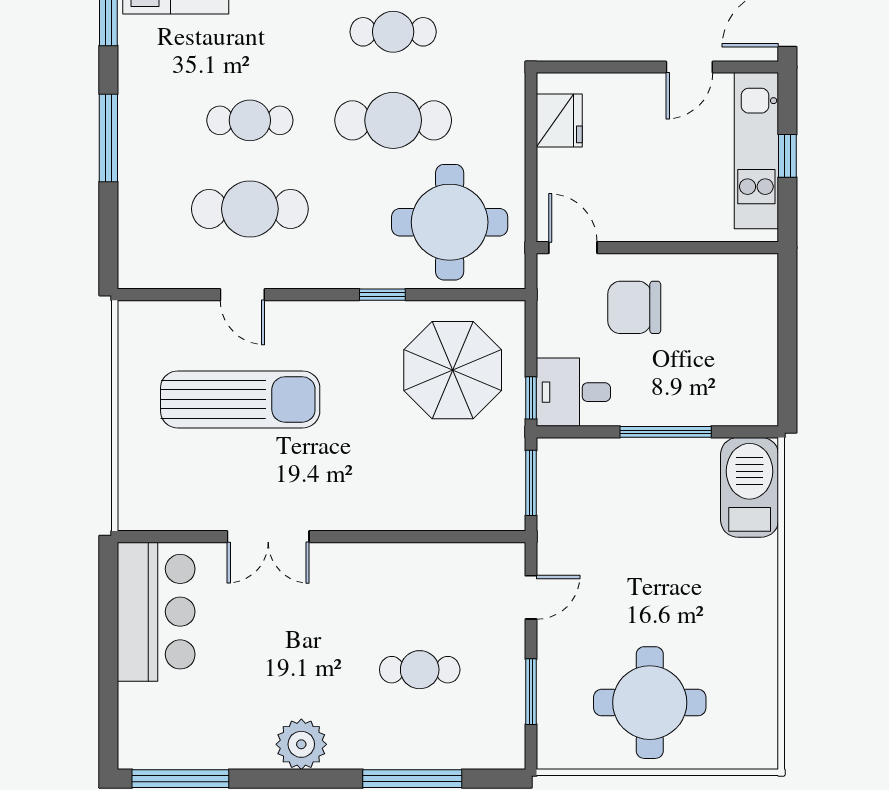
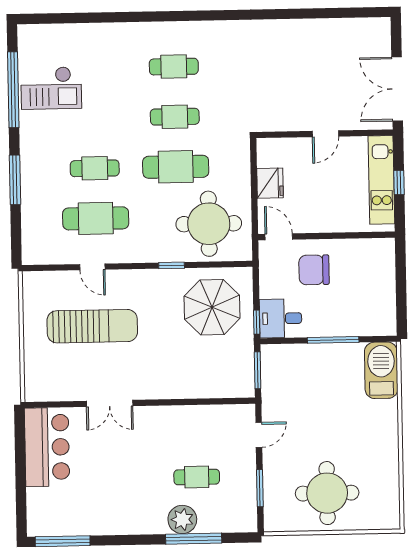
door: (689, 67) -> (325, 134), moved
fridge: (559, 120) -> (270, 183), moved
plant: (301, 744) -> (182, 519), moved

